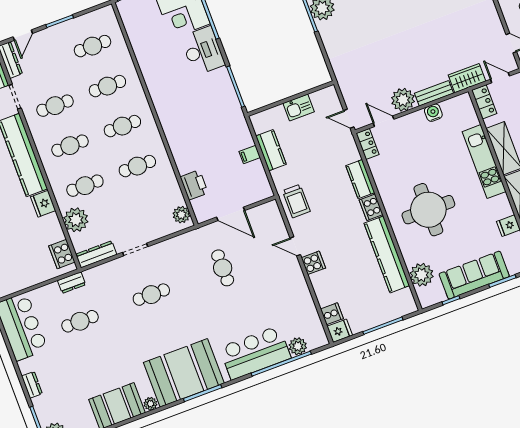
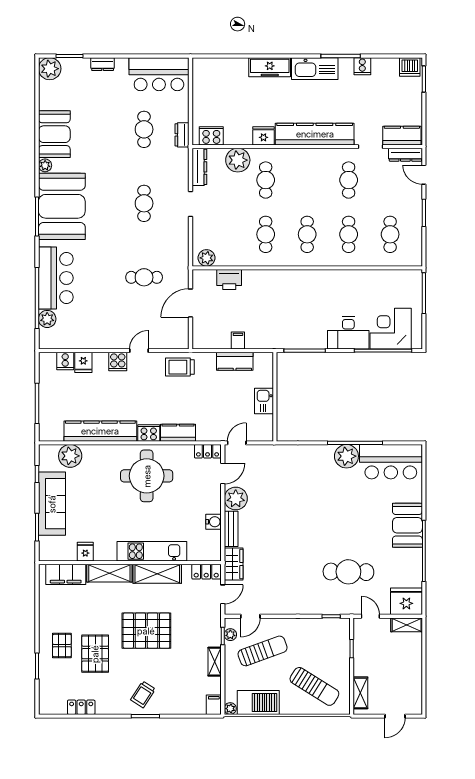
cafe table: (70, 146) -> (307, 180), removed
round table: (428, 210) -> (147, 476), moved
fridge: (340, 331) -> (83, 362), moved

